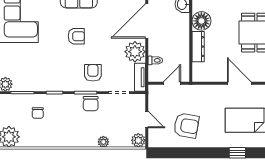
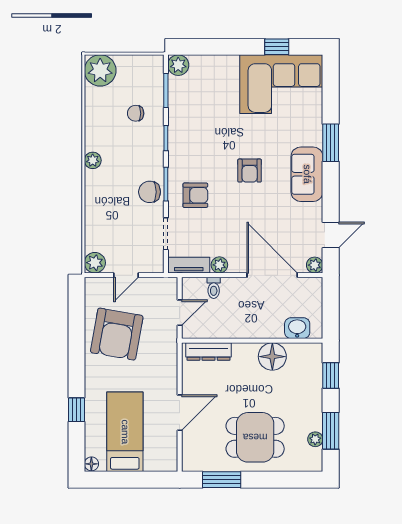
dresser: (198, 47) -> (209, 351), moved
plant: (135, 52) -> (219, 265), width x0.53, depth x0.53
door: (172, 83) -> (180, 313), hinge flipped
armchair: (186, 126) -> (117, 334), width x1.36, depth x1.36
plant: (103, 142) -> (93, 160), moved

